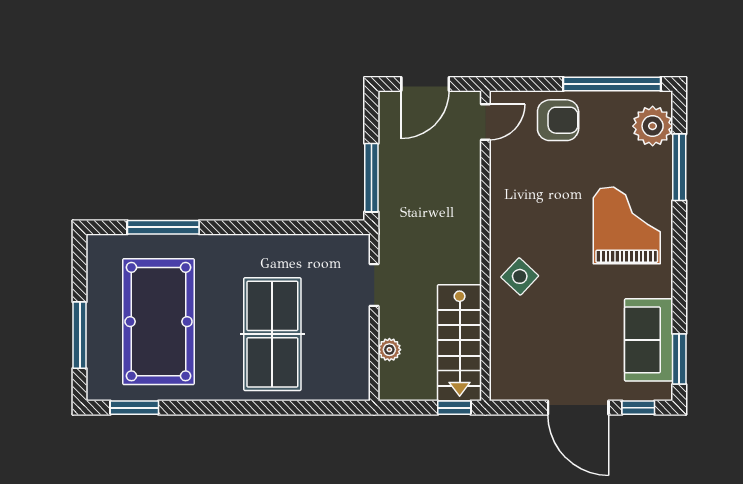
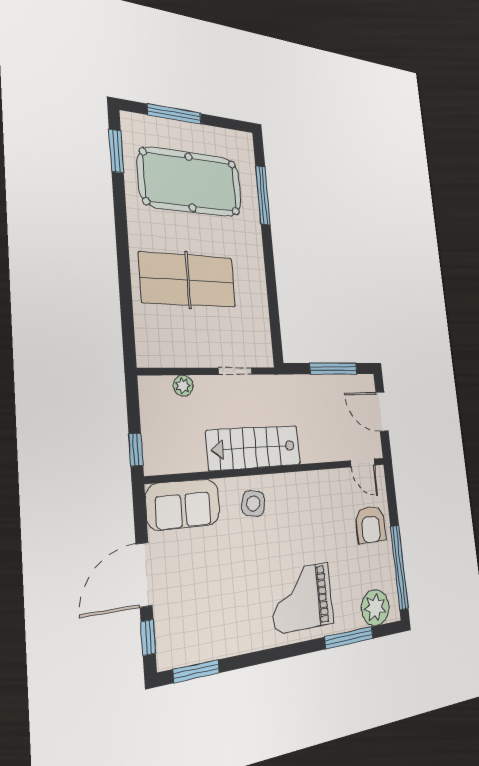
window: (371, 178) -> (334, 369), moved
grand piano: (627, 225) -> (302, 598), turned 180
side table: (520, 276) -> (253, 503), turned -33
sofa: (649, 340) -> (183, 504), moved, turned 180
stairs: (460, 343) -> (254, 448), moved

